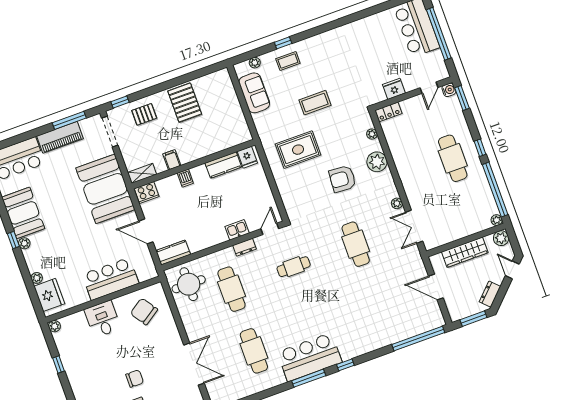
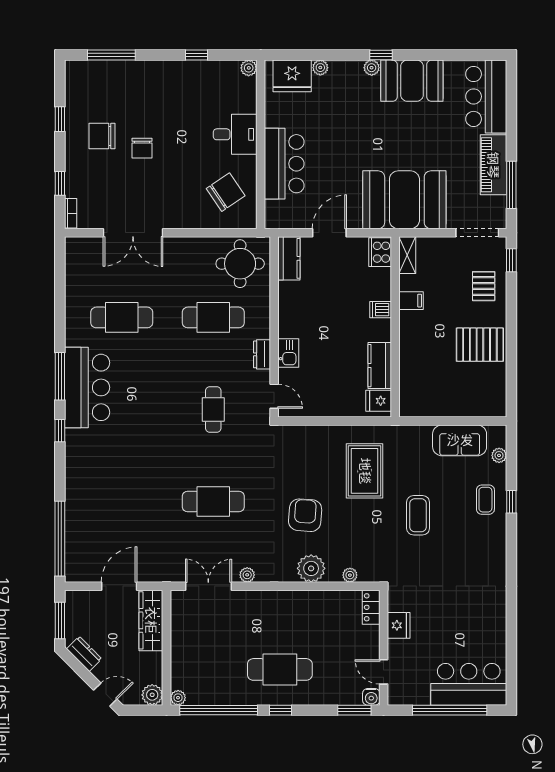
wardrobe: (465, 252) -> (151, 620), moved

